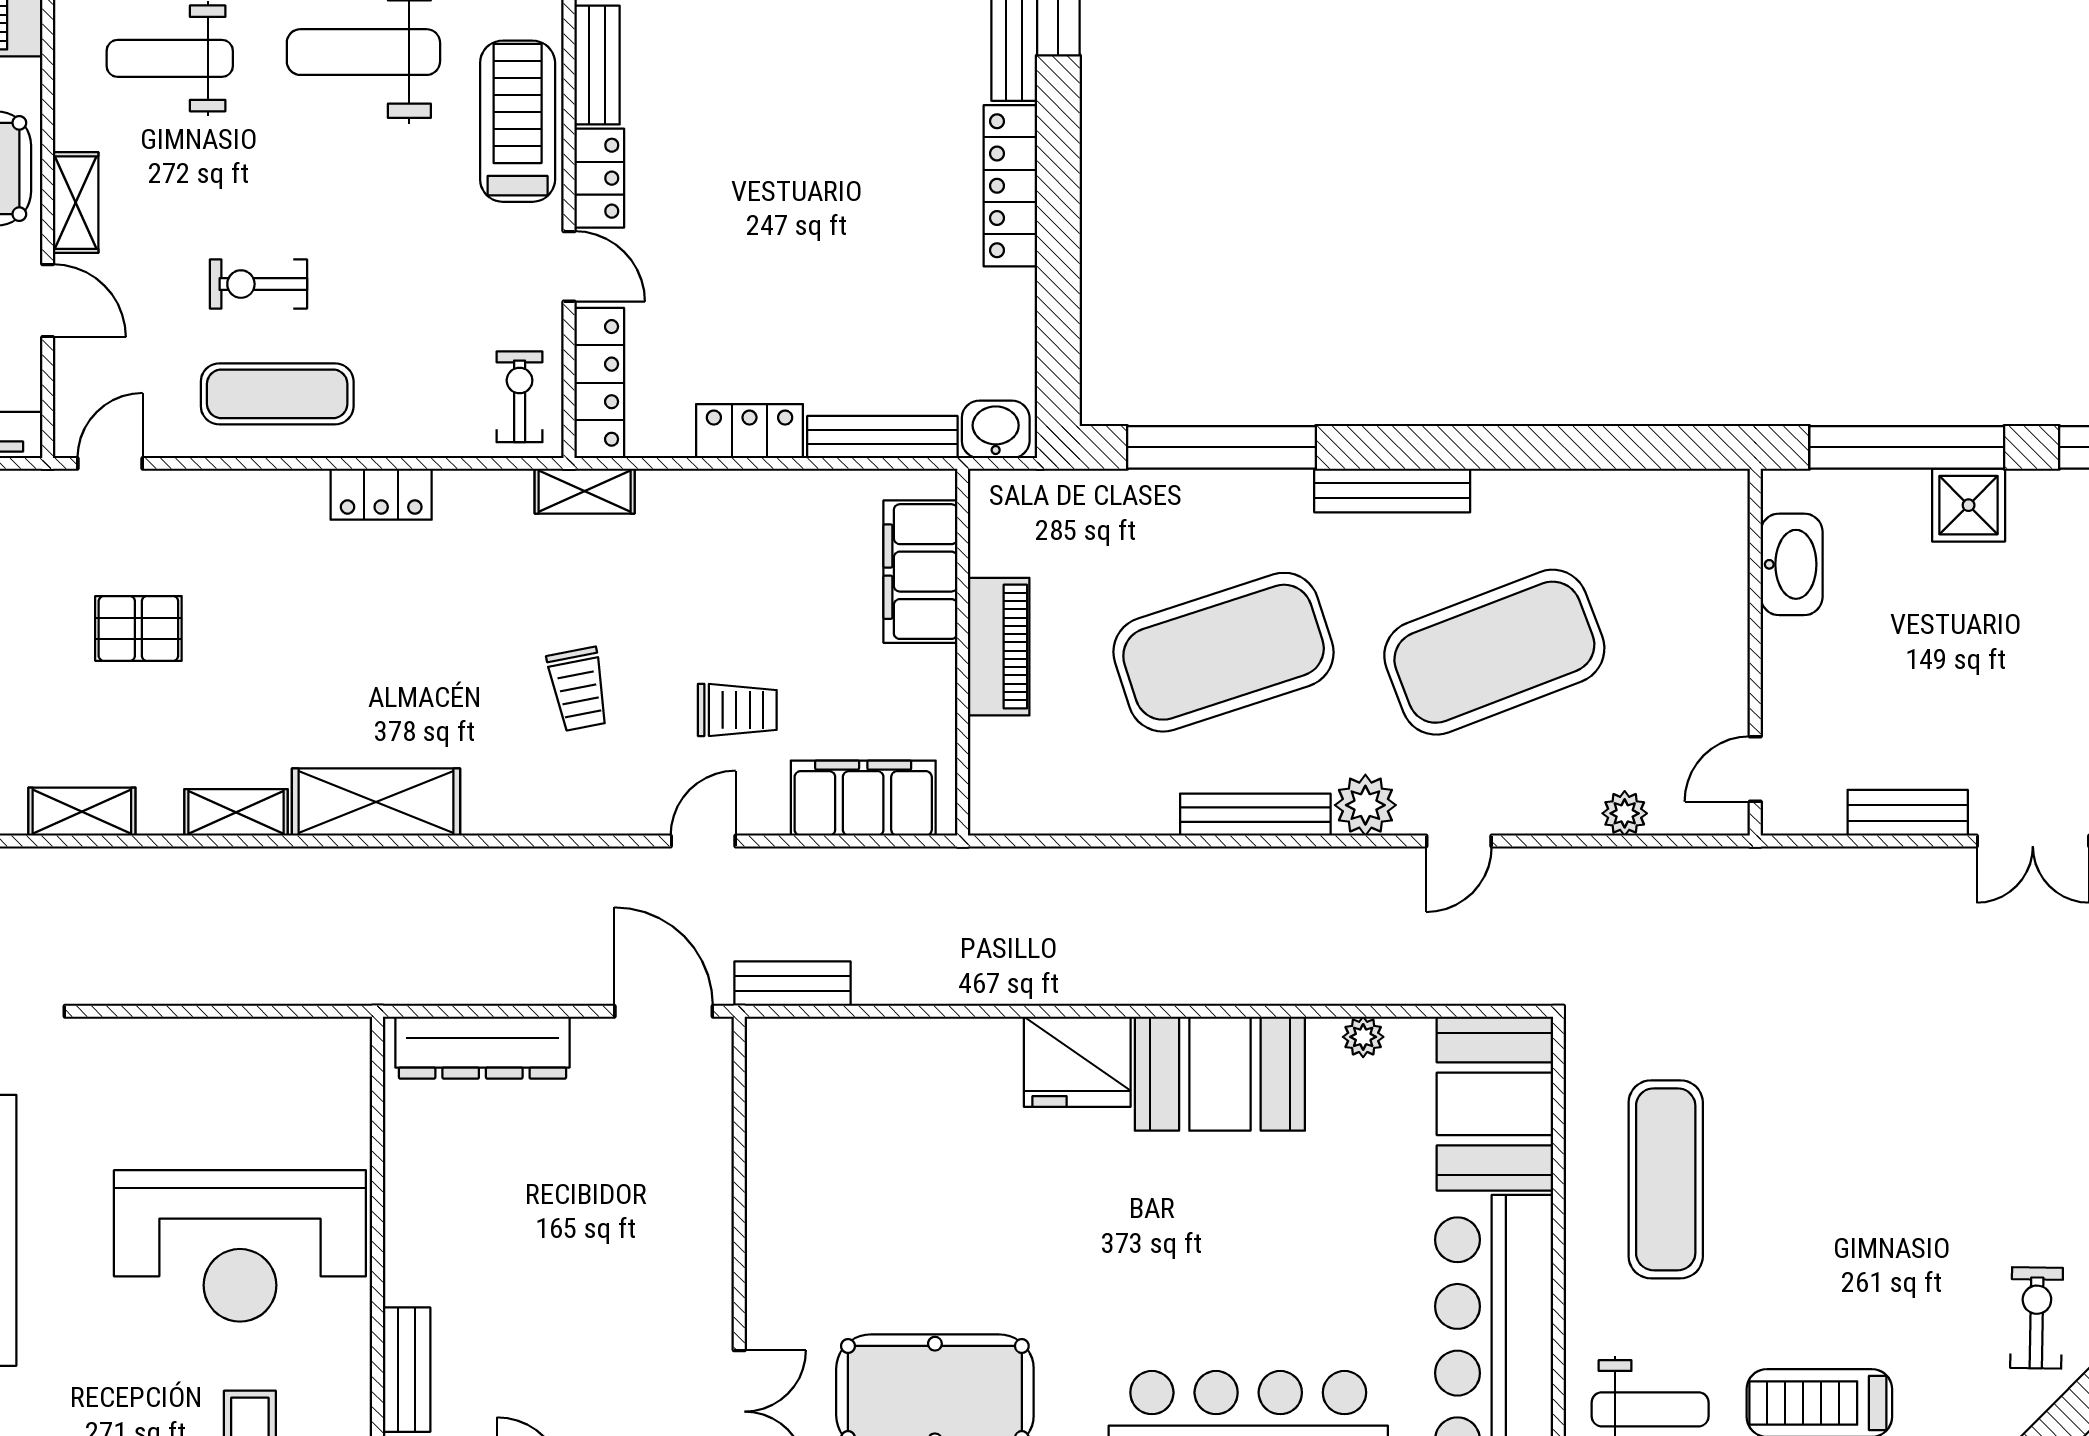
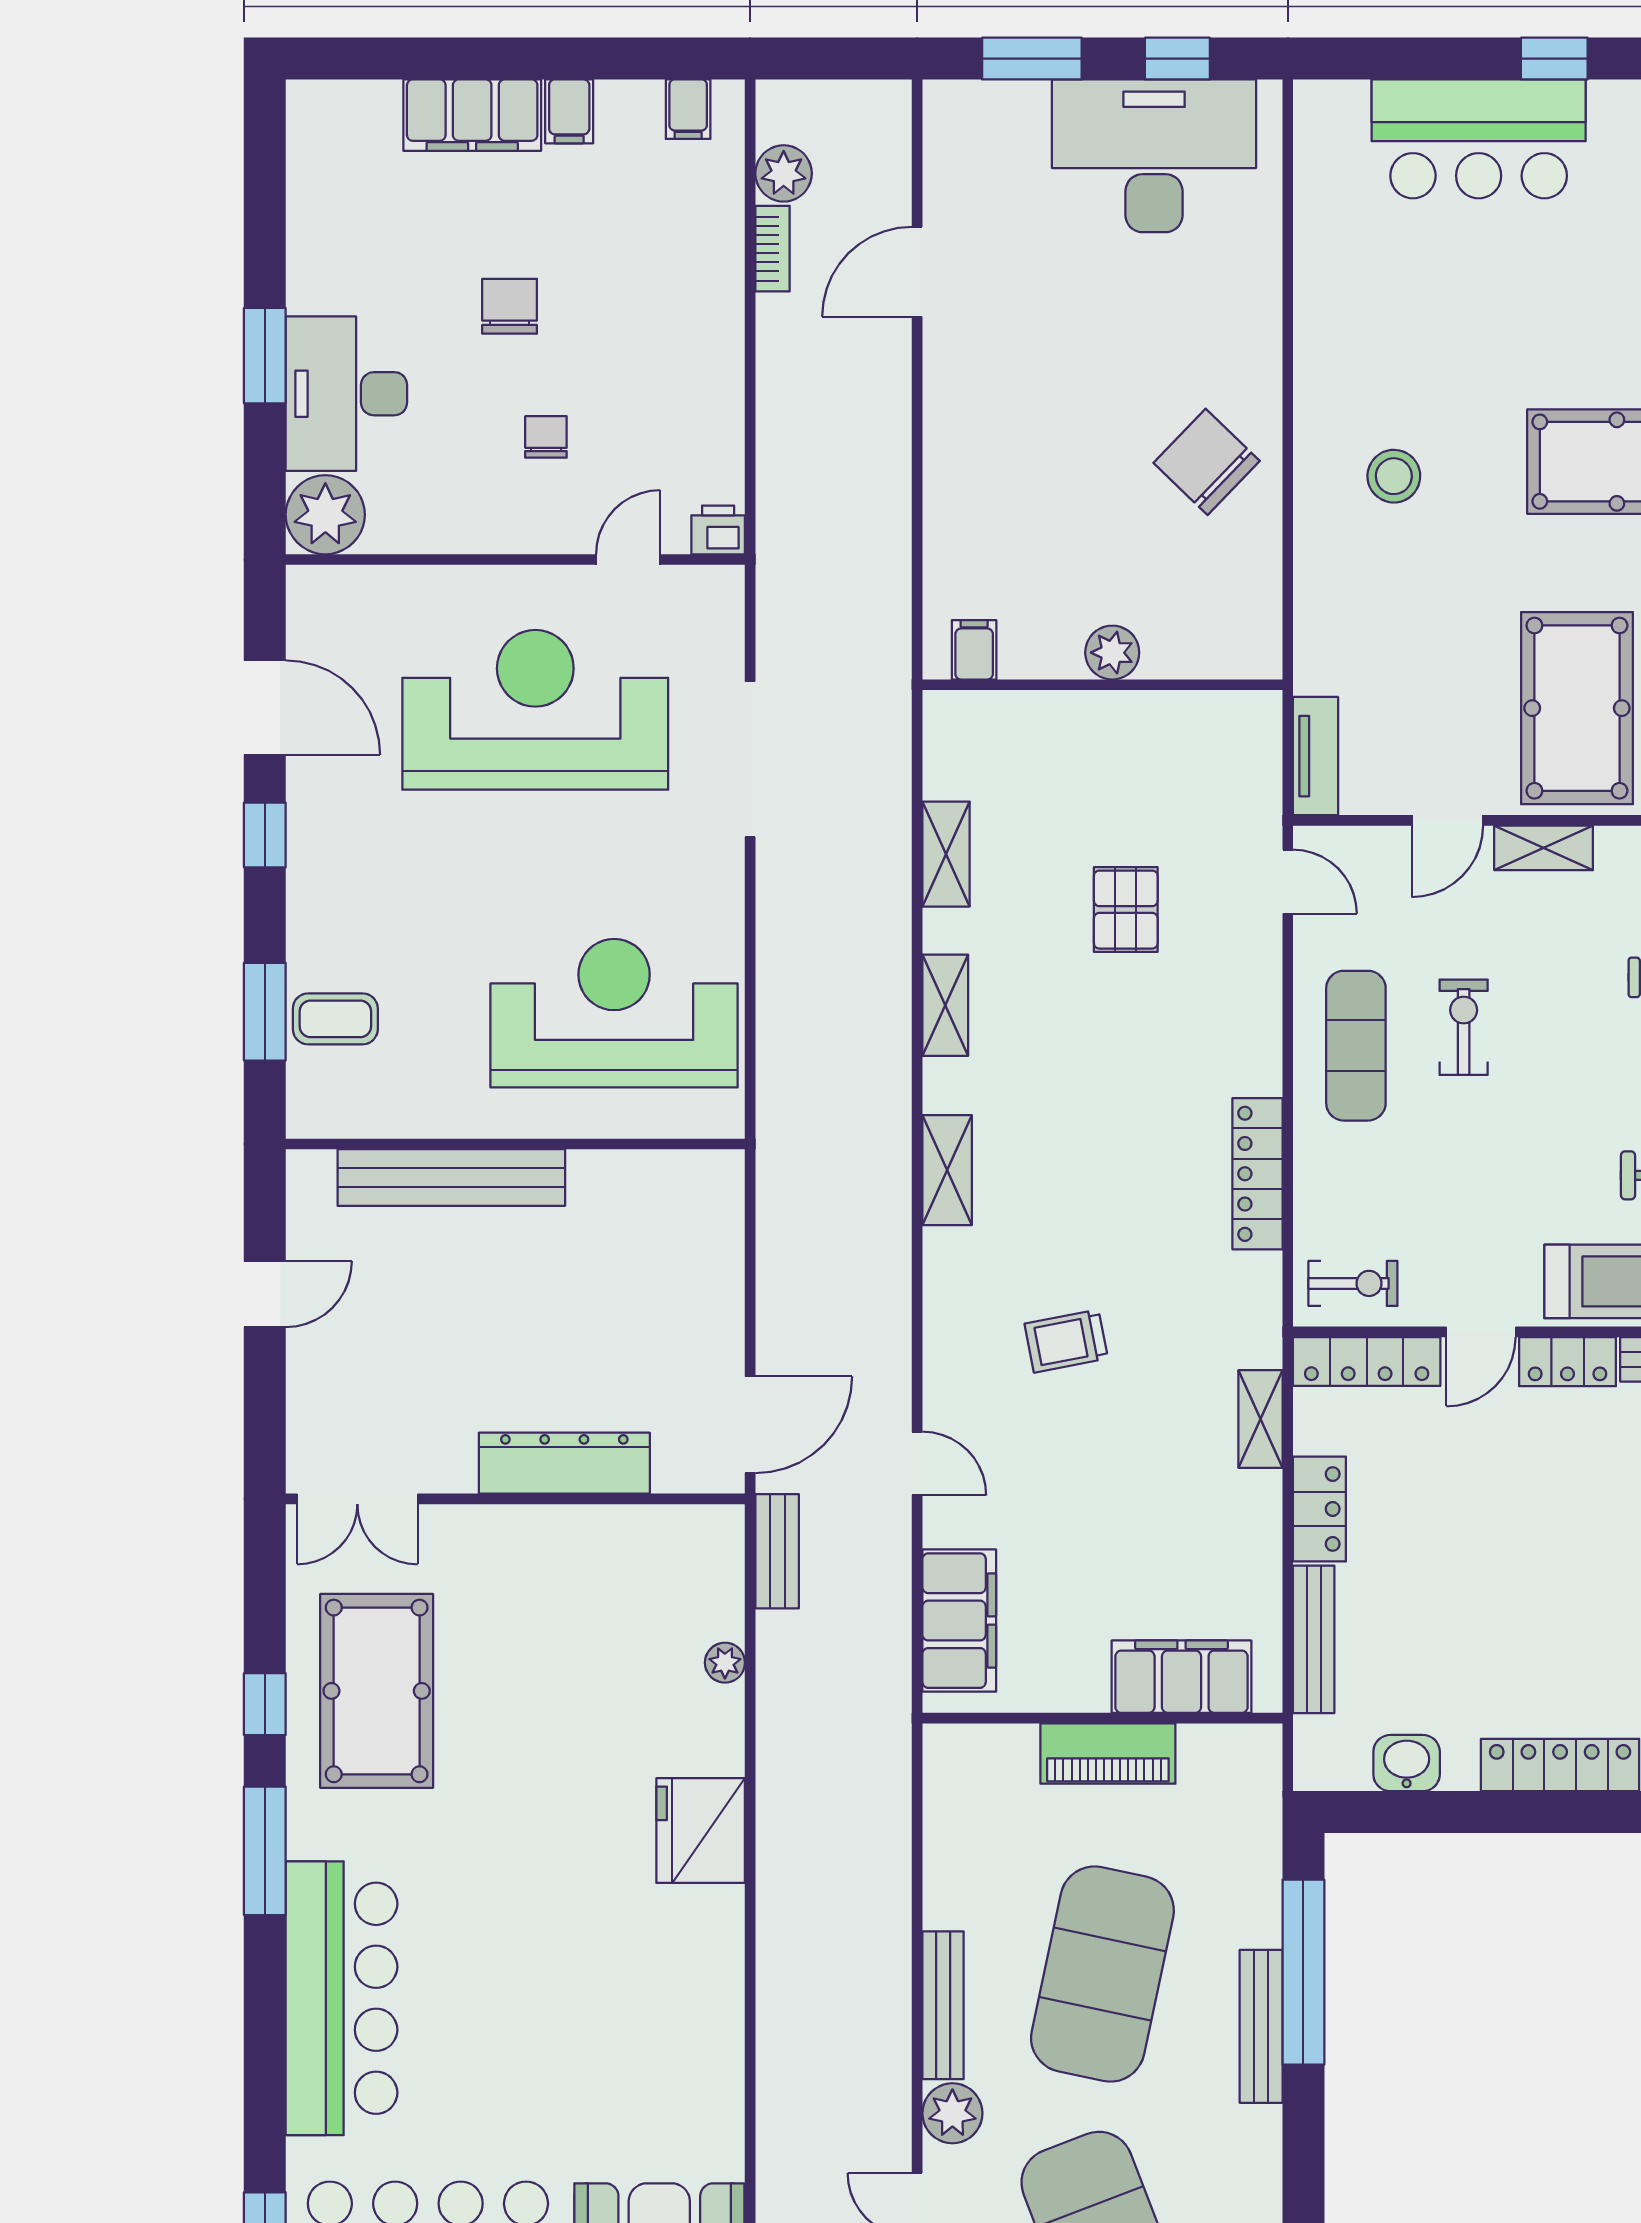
washbasin: (996, 429) -> (1407, 1763), moved, turned -90
bench: (1392, 490) -> (1261, 2026), moved
shelving: (585, 491) -> (1260, 1419), moved
locker: (381, 494) -> (1257, 1174), width x1.53
exercise mat: (1224, 652) -> (1102, 1974), turned 30
trolley: (737, 710) -> (1046, 1497), removed
shelving: (376, 802) -> (947, 1170), width x0.67, depth x0.75
plant: (1363, 1037) -> (725, 1663), moved
dresser: (482, 1048) -> (564, 1463), moved, turned 90
booth: (1220, 1074) -> (689, 1971), removed
reception desk: (240, 1246) -> (614, 1013), moved, turned 90
bench: (407, 1370) -> (451, 1178), width x1.86, depth x1.21

